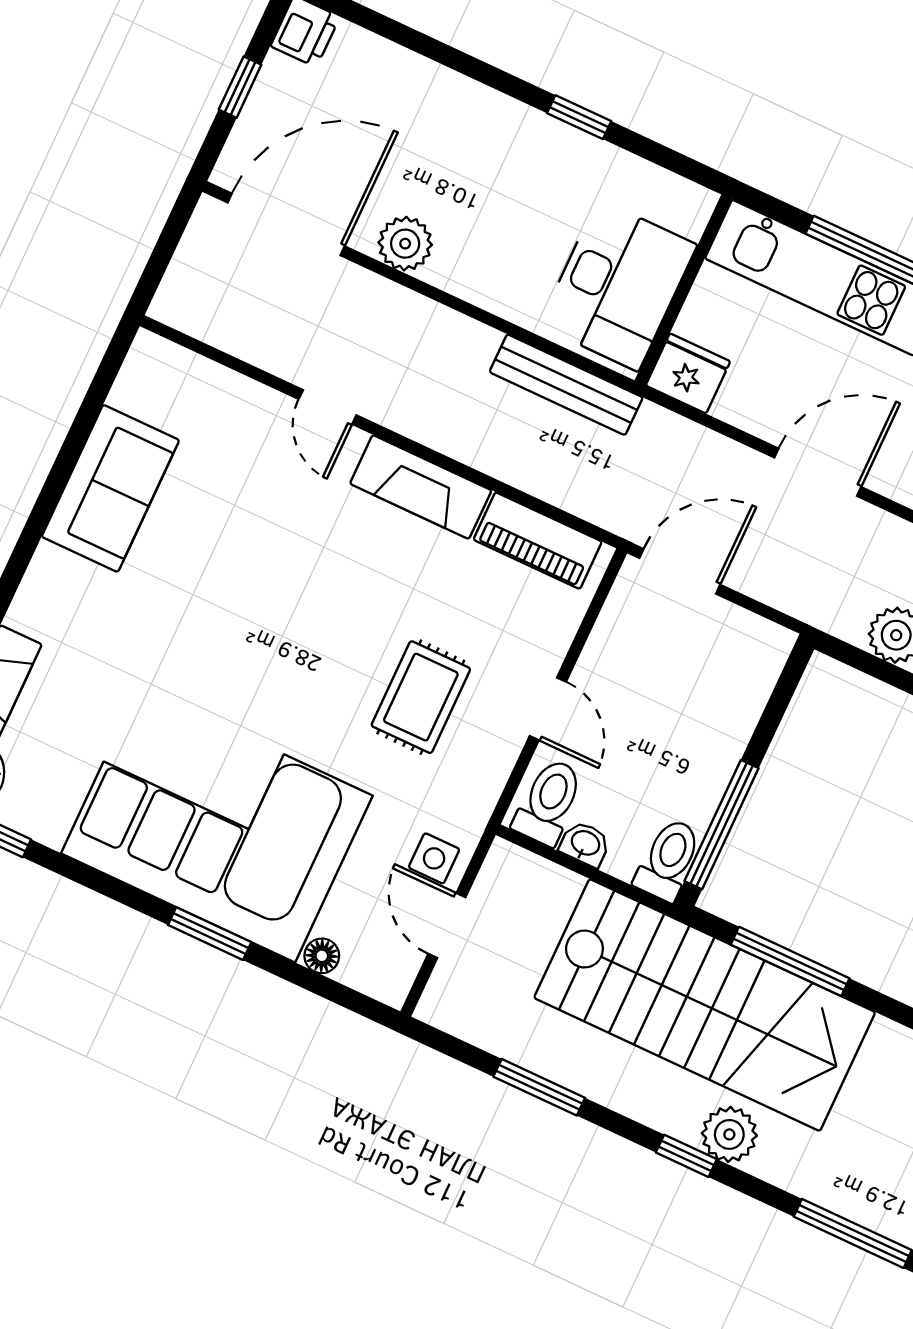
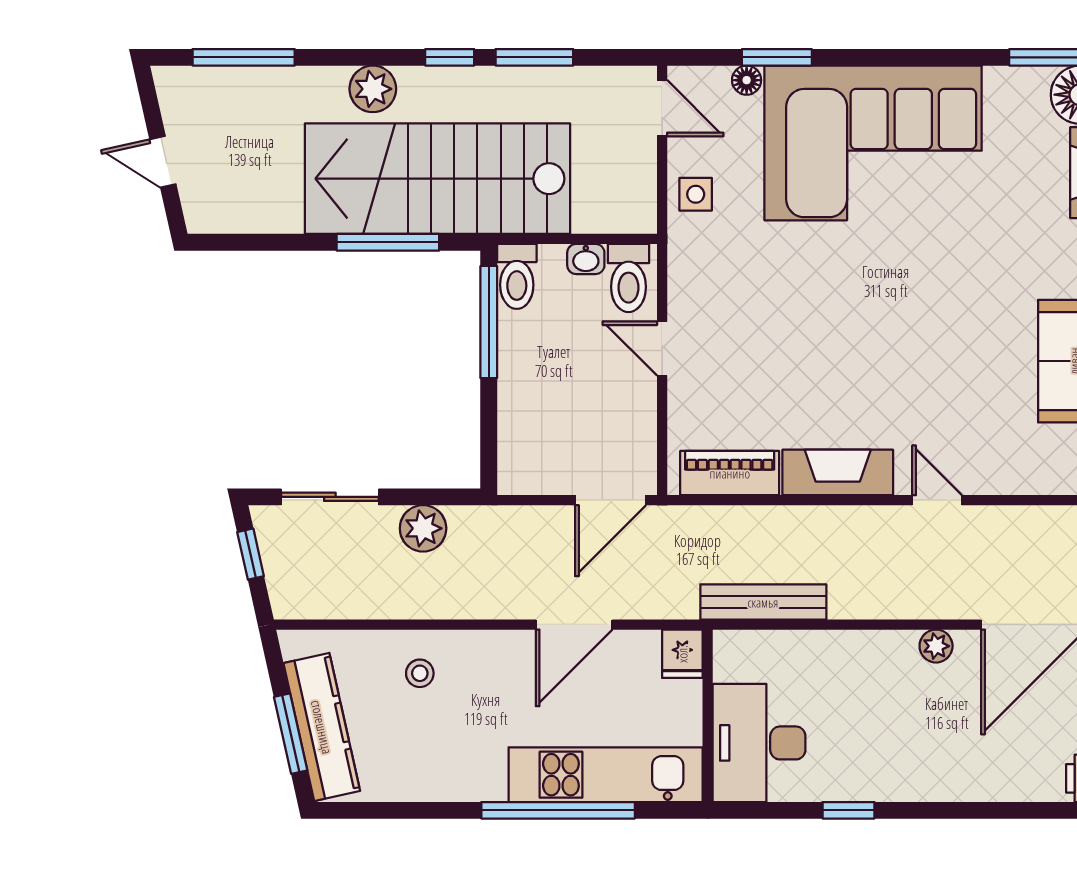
plant: (405, 244) -> (936, 646), width x0.73, depth x0.73
desk: (618, 285) -> (759, 743), moved
fridge: (688, 373) -> (682, 654), width x0.72
door: (818, 472) -> (574, 625), moved
rug: (421, 697) -> (763, 312), removed
door: (447, 926) -> (662, 108), moved
window: (210, 934) -> (777, 57), moved
window: (686, 1156) -> (450, 57), moved

